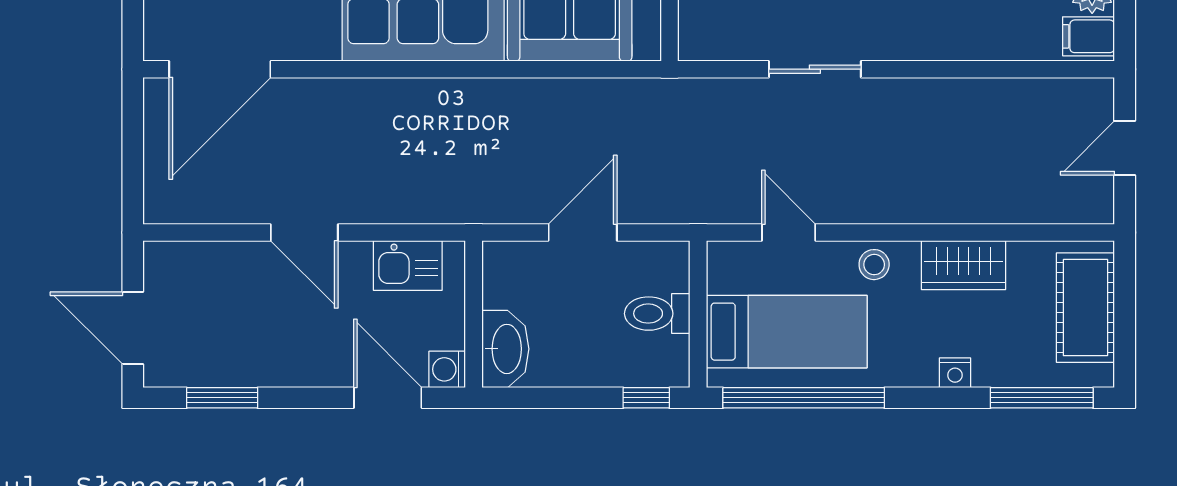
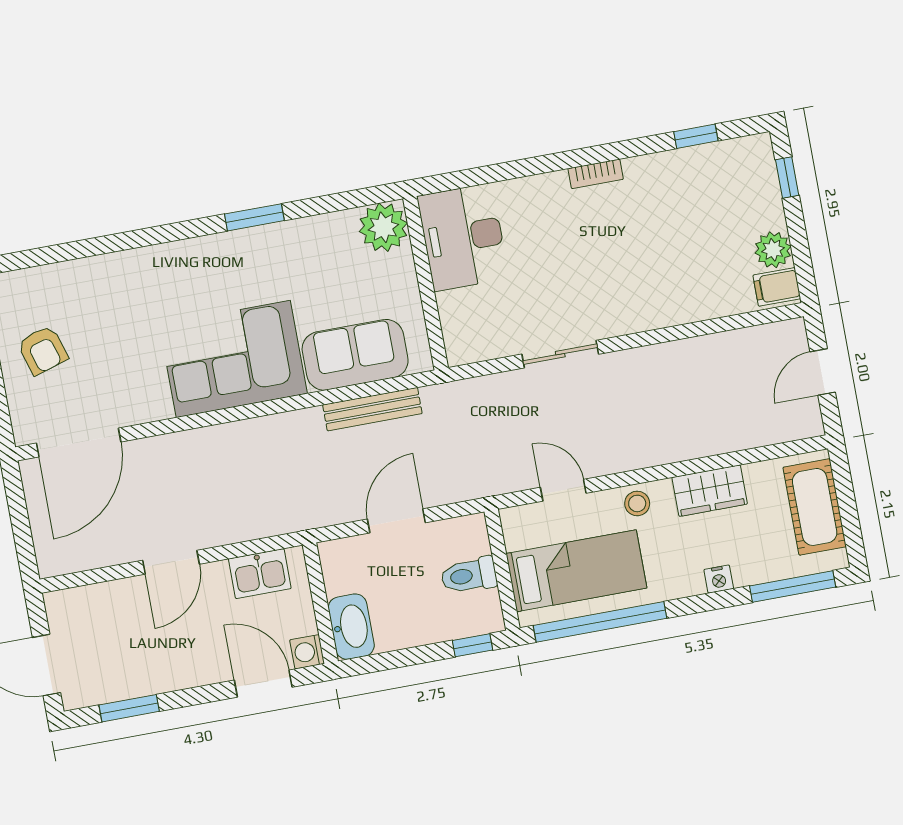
bench: (578, 94) -> (372, 409), added
door: (304, 232) -> (171, 562), hinge flipped

